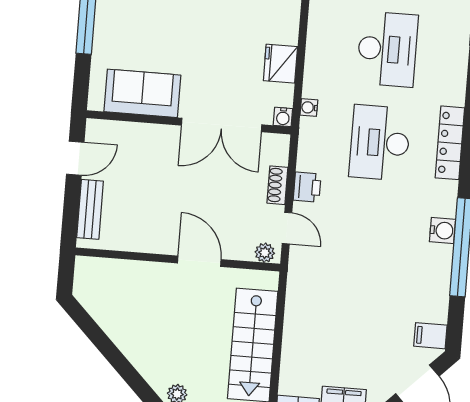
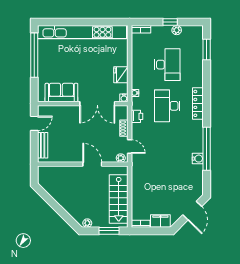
printer: (307, 187) -> (137, 116), moved
water cooler: (443, 230) -> (198, 159), moved
filing cabinet: (430, 336) -> (196, 189), removed

